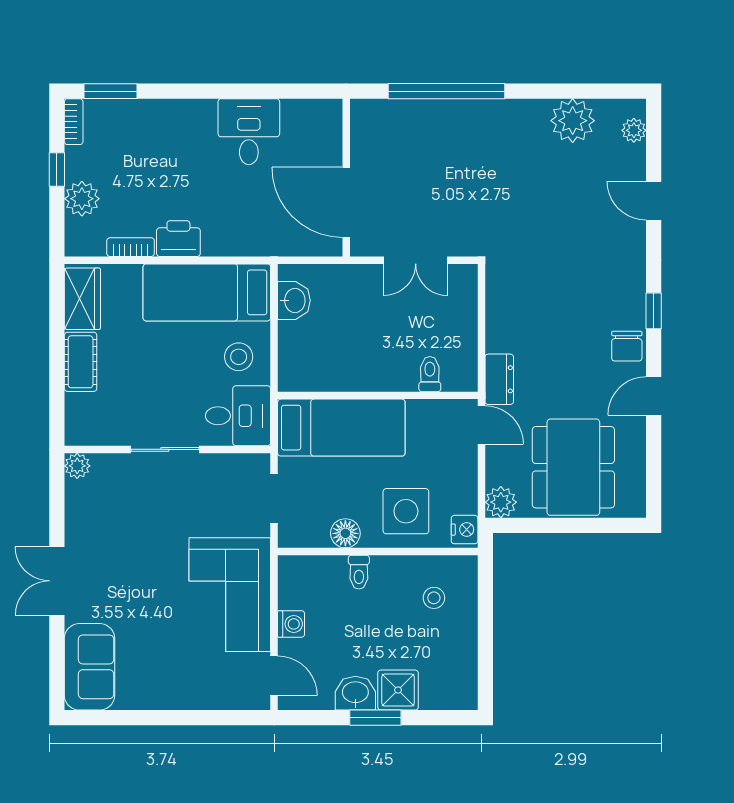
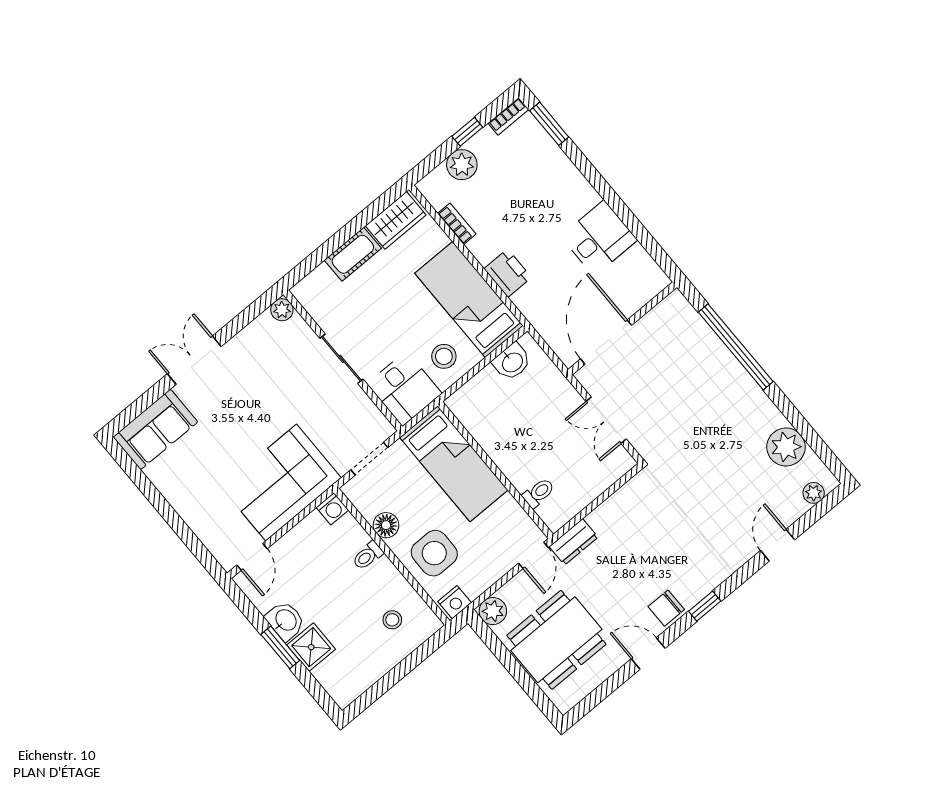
printer: (178, 239) -> (508, 273), moved
washing machine: (291, 624) -> (332, 509), moved

